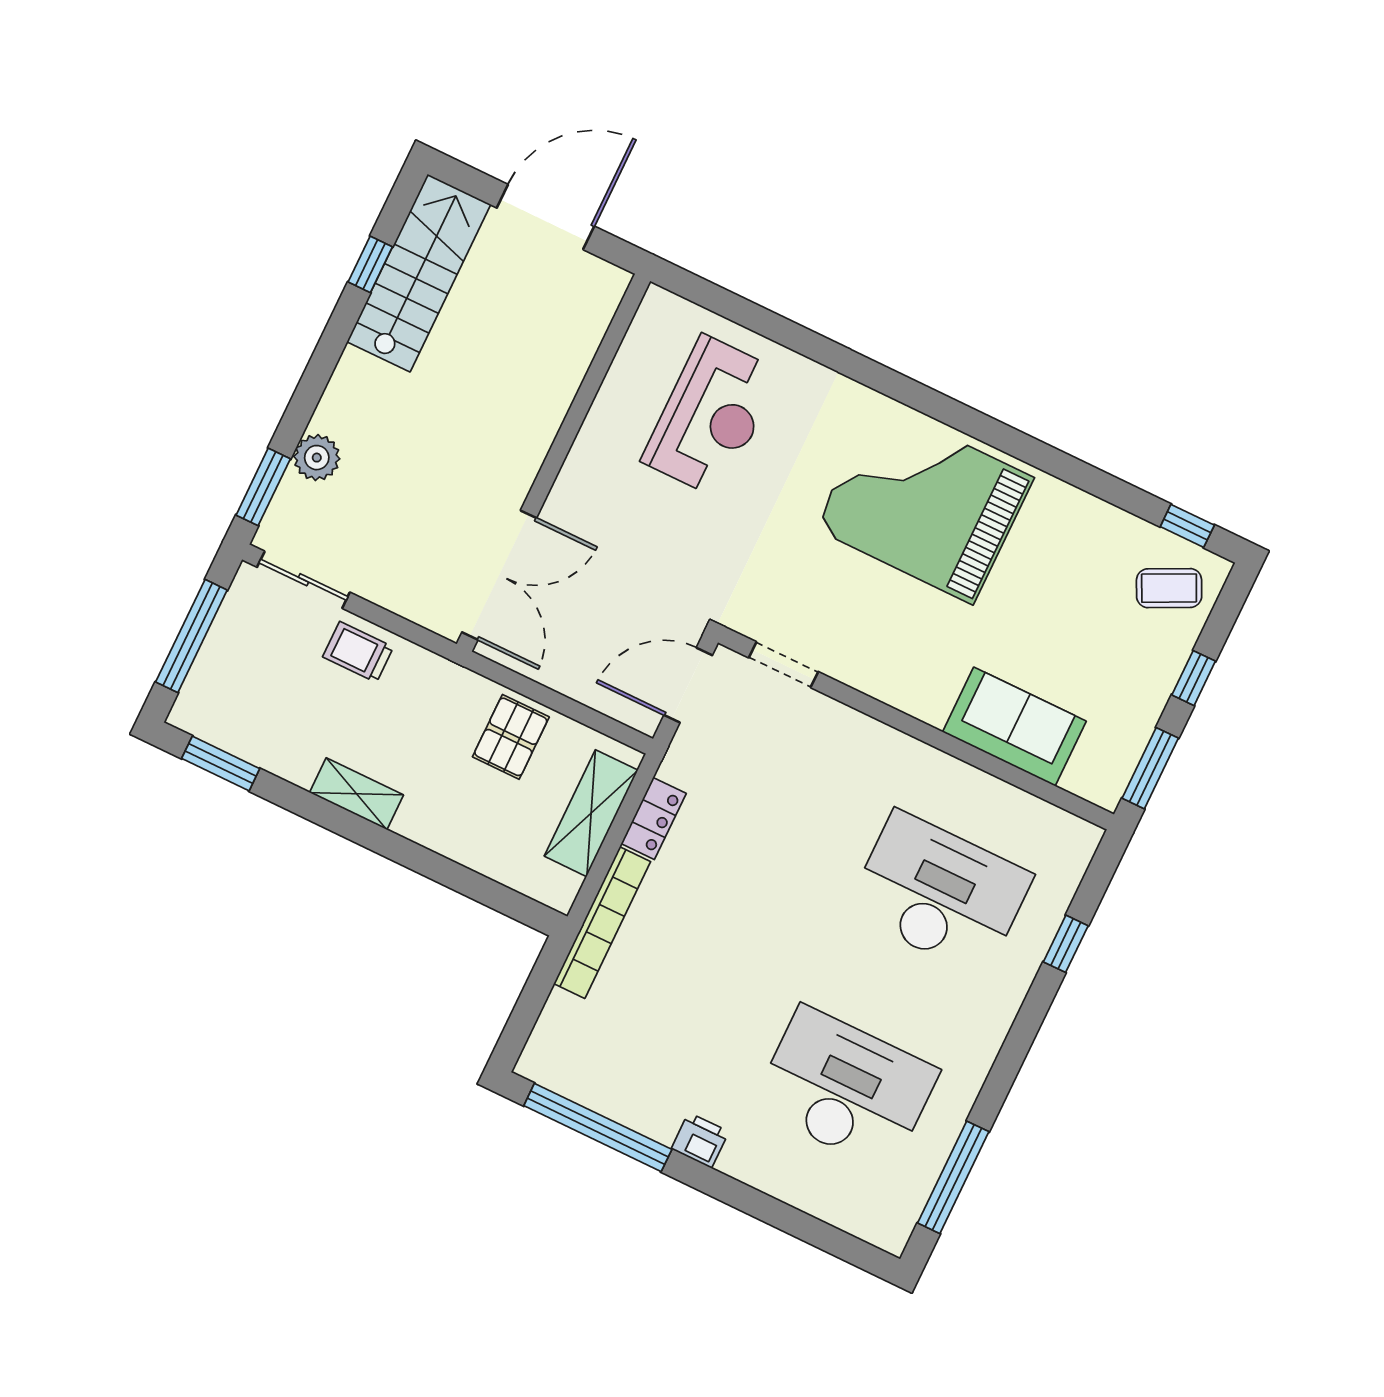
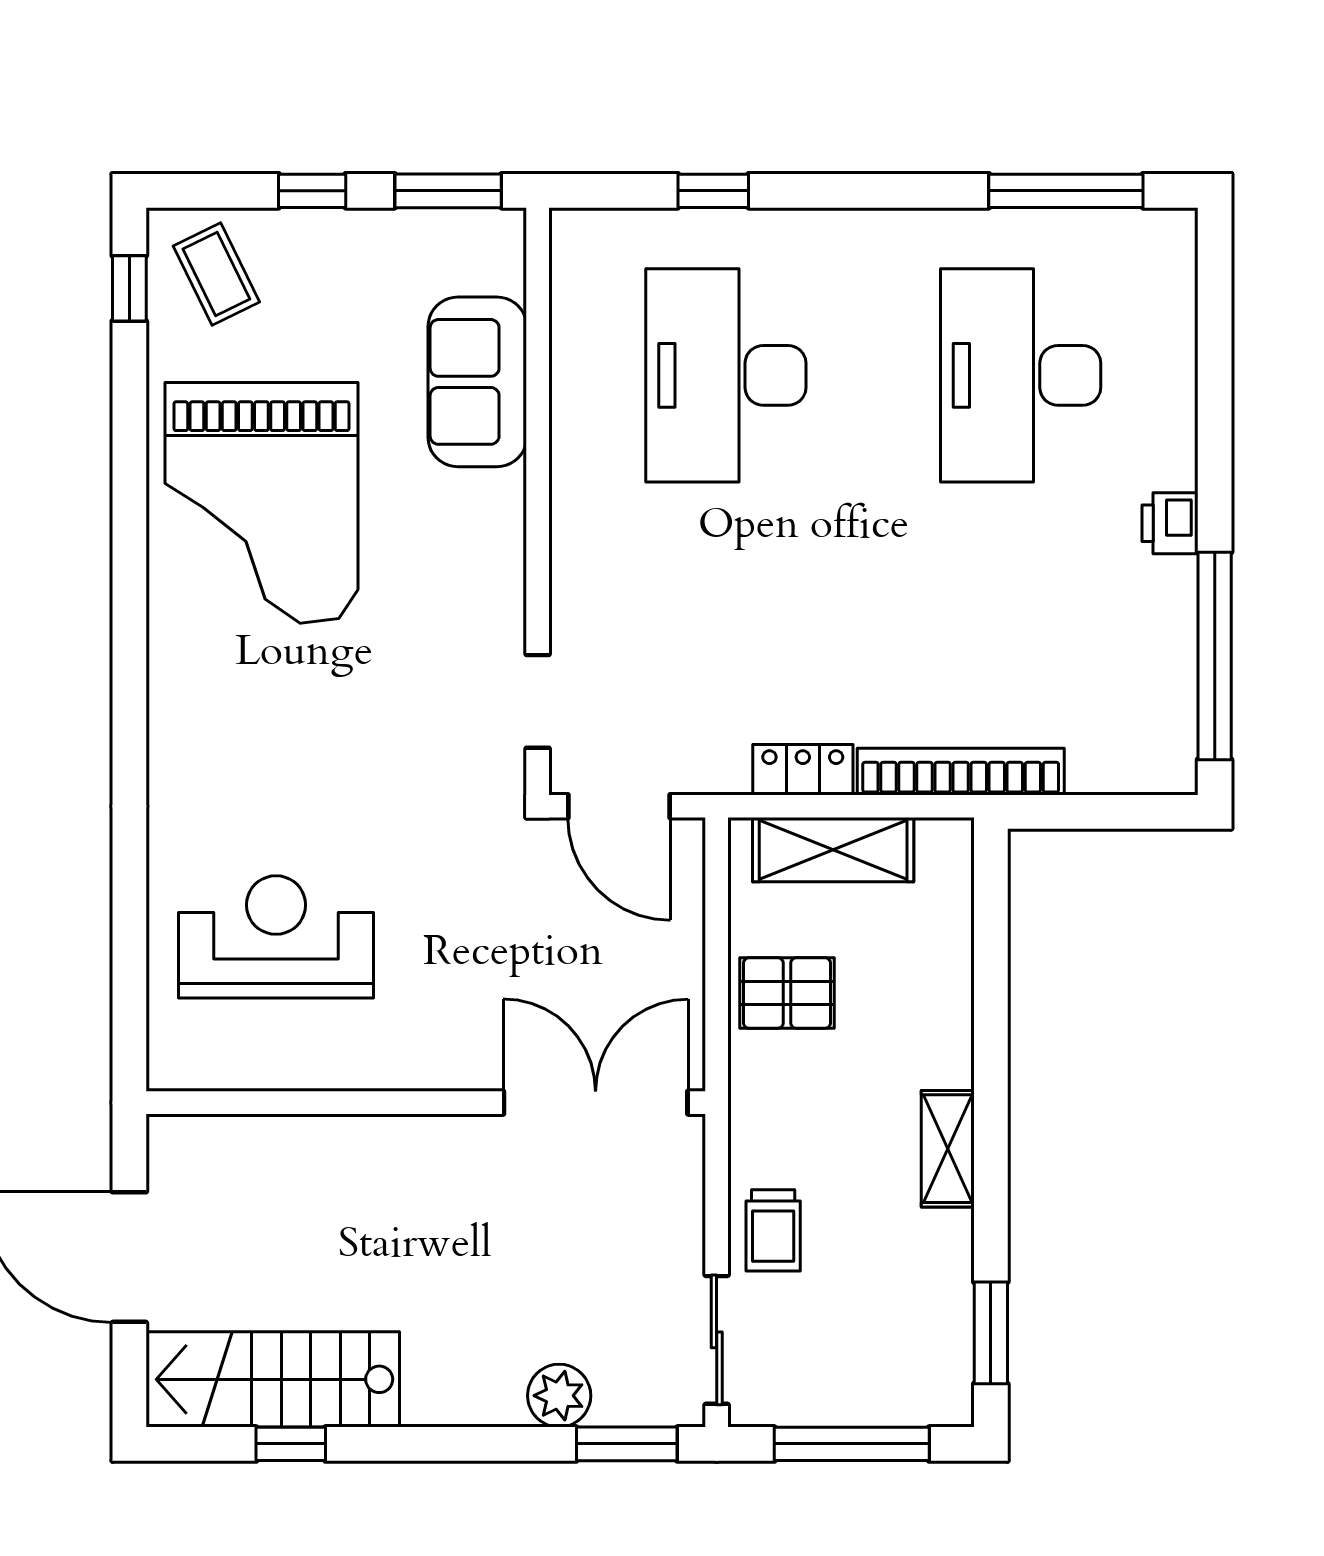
grand piano: (924, 503) -> (261, 503), moved

